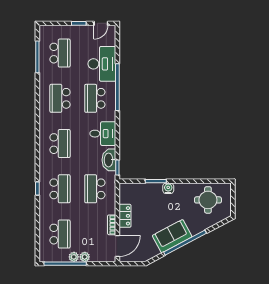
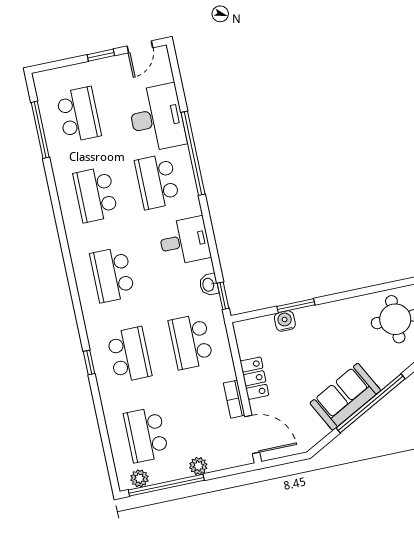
school desk: (60, 144) -> (112, 275), turned 180
washbasin: (109, 160) -> (209, 285), width x0.52, depth x0.69
water cooler: (168, 188) -> (285, 321), moved
school desk: (60, 234) -> (146, 435), turned 180
door: (117, 246) -> (252, 434), hinge flipped
plant: (74, 257) -> (139, 478), moved

